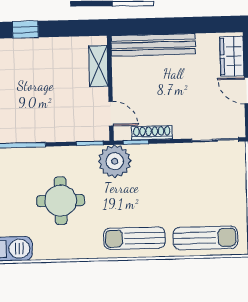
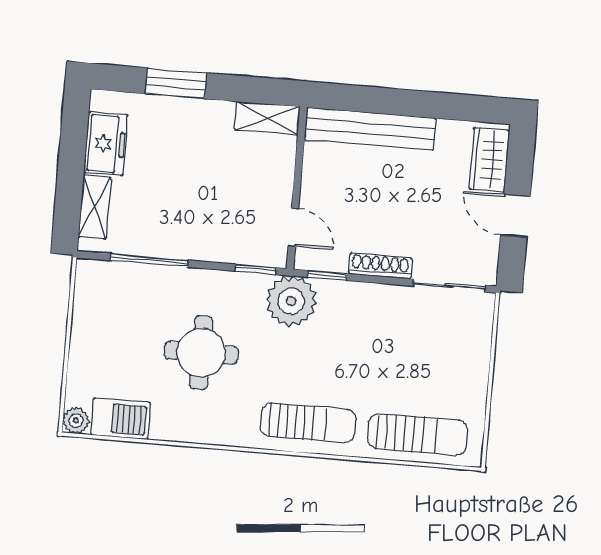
window: (25, 30) -> (176, 83), width x1.50
shelving: (98, 66) -> (267, 118), moved, turned 90
shoe rack: (152, 133) -> (380, 266), moved
sun lounger: (134, 238) -> (308, 423), turned 180

